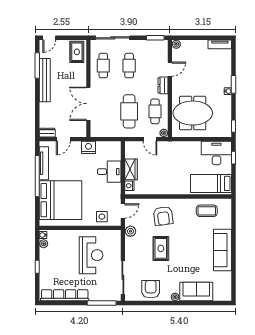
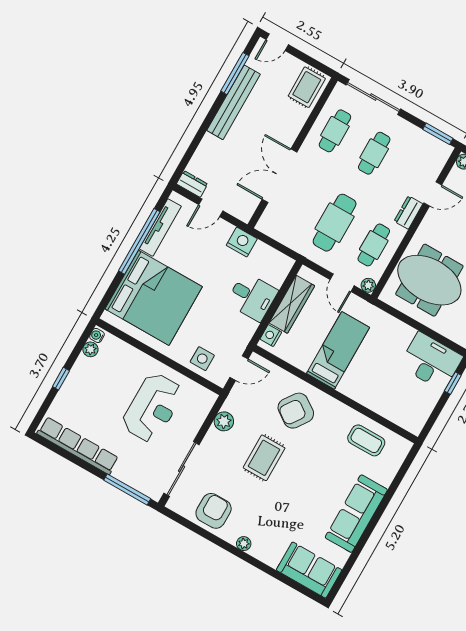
wardrobe: (131, 169) -> (292, 304), width x1.50
bed: (211, 183) -> (338, 350), moved, turned 90
armchair: (163, 216) -> (296, 411), turned 42
plant: (130, 231) -> (224, 421), moved
sofa: (196, 291) -> (309, 570), moved

